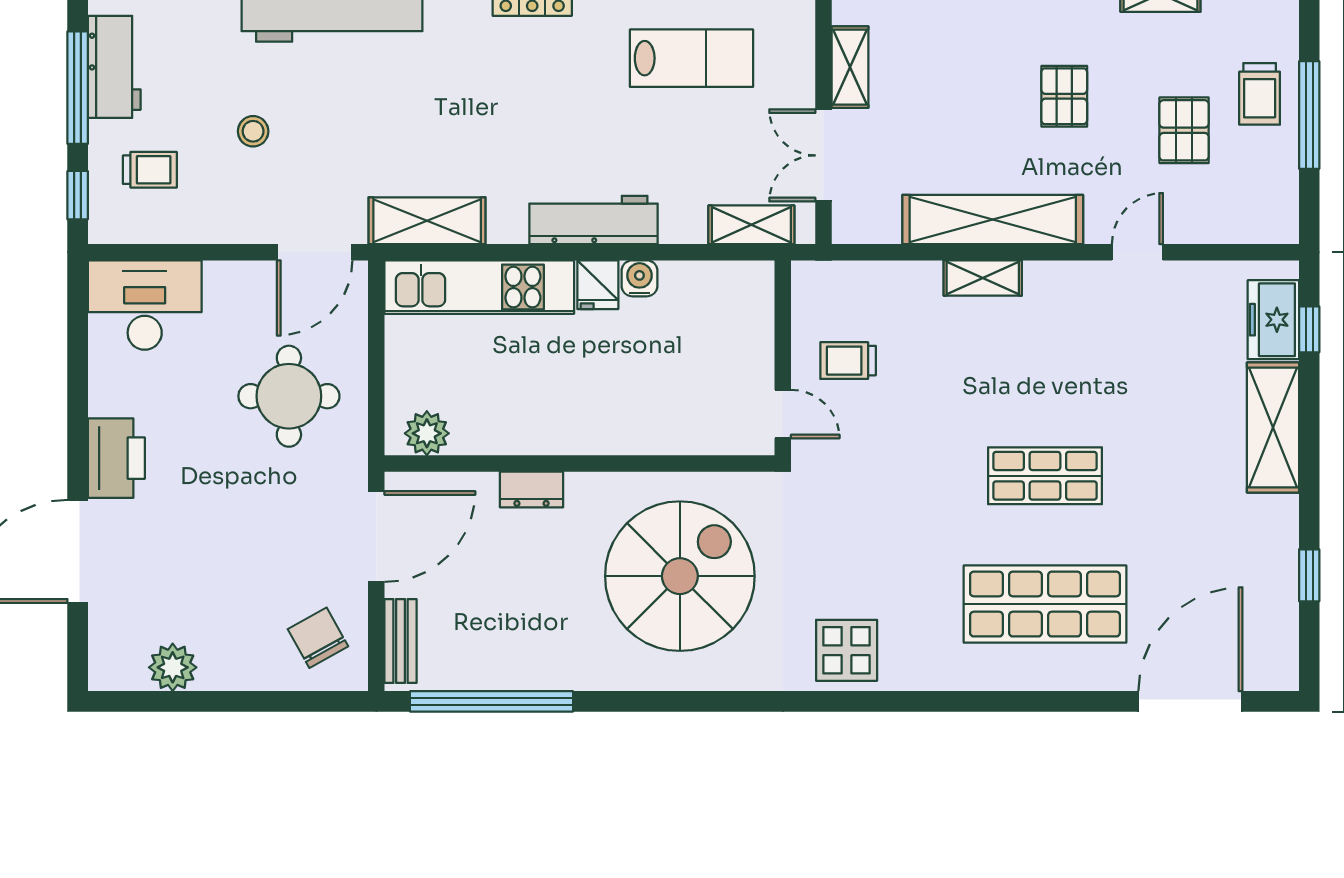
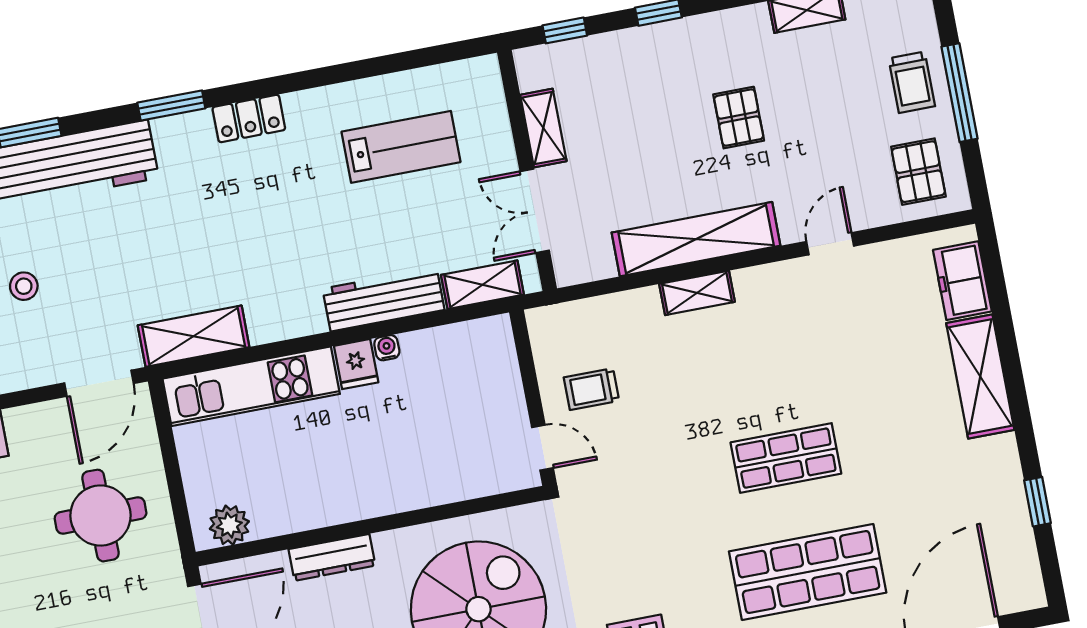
pallet: (1184, 130) -> (918, 172), moved
workbench: (594, 220) -> (384, 299), moved
water cooler: (639, 278) -> (387, 348), width x0.72, depth x0.72
window: (1309, 329) -> (996, 283), removed
dresser: (531, 490) -> (332, 557), width x1.44

